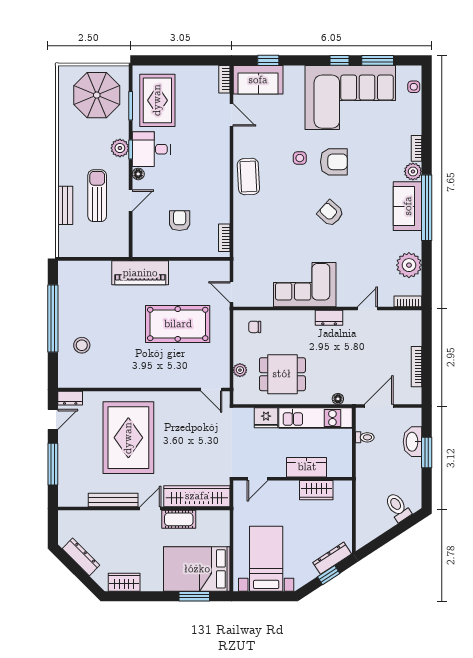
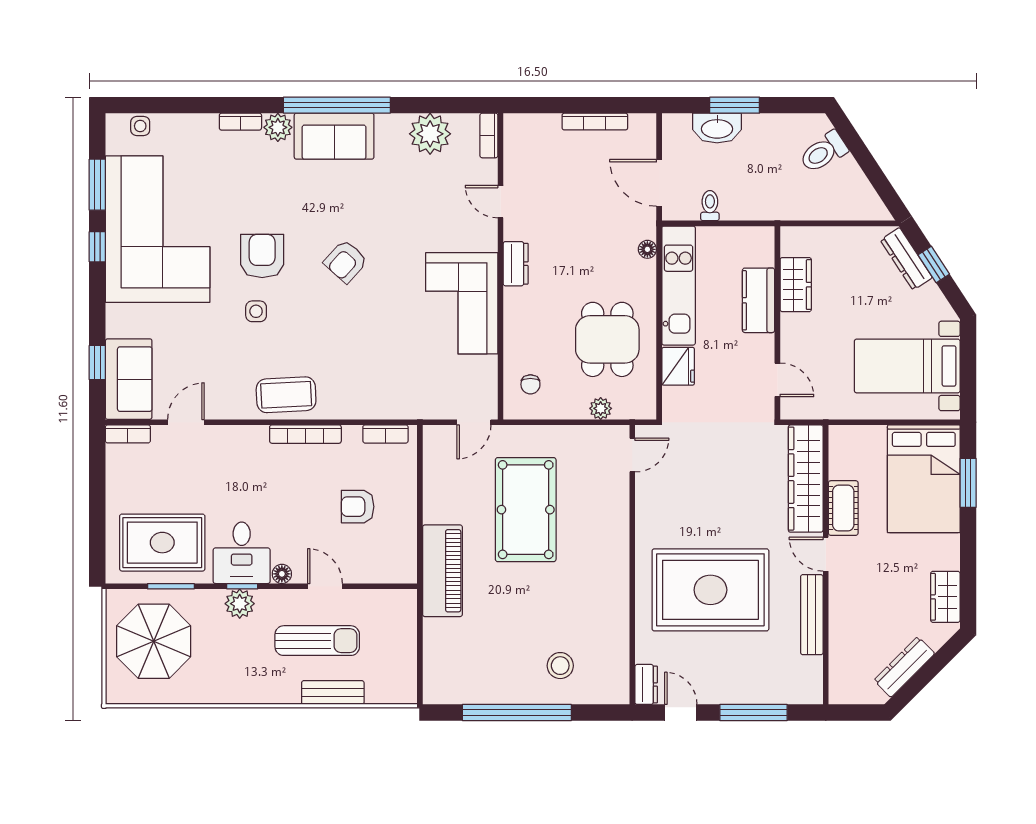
bookcase: (224, 188) -> (305, 434), added
sun lounger: (97, 196) -> (317, 641), turned 180

